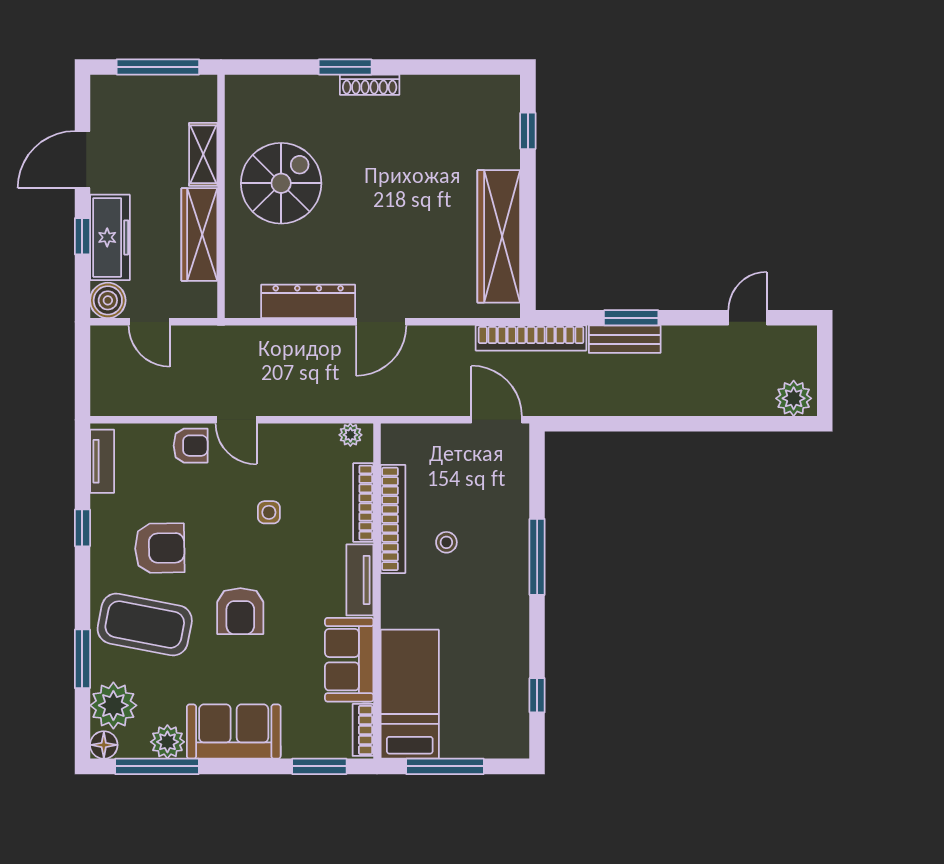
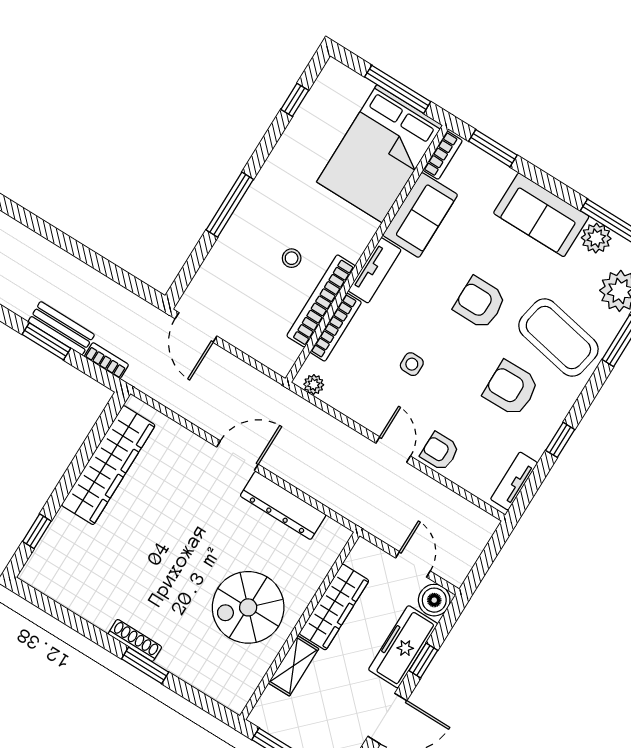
bookcase: (531, 338) -> (106, 361), width x0.43, depth x0.76
armchair: (240, 611) -> (480, 303), turned -90
bed: (410, 694) -> (380, 154), width x1.50

